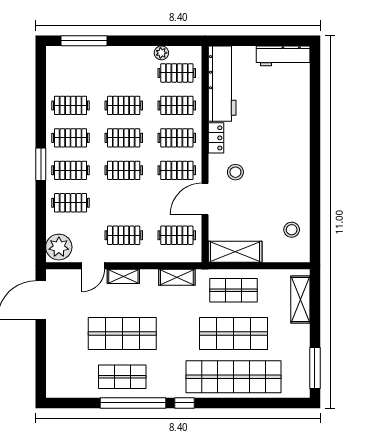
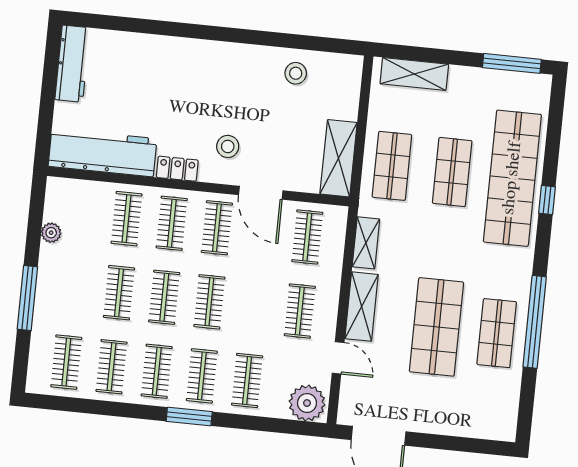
window: (84, 41) -> (27, 298), moved
clothes rail: (177, 73) -> (66, 362), moved
stool: (292, 230) -> (296, 73), moved
shelving: (123, 276) -> (362, 307), width x1.50, depth x1.33
shop shelf: (233, 334) -> (452, 172), width x0.70, depth x0.74
window: (185, 403) -> (547, 200), moved

